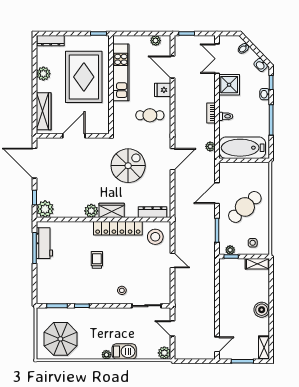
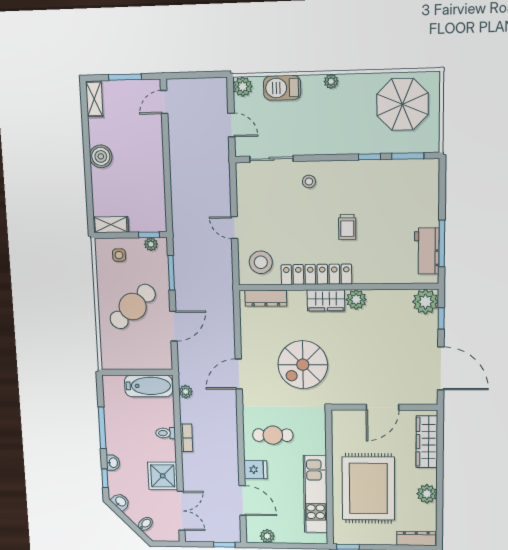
bathtub: (242, 148) -> (149, 386), width x0.73, depth x0.73
barbecue: (124, 351) -> (282, 88), moved

